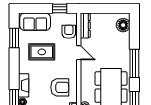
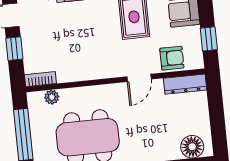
armchair: (60, 87) -> (78, 53), removed

